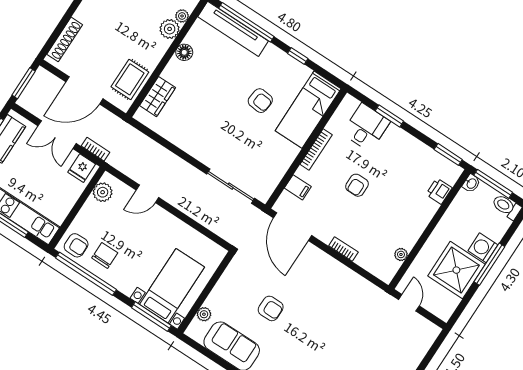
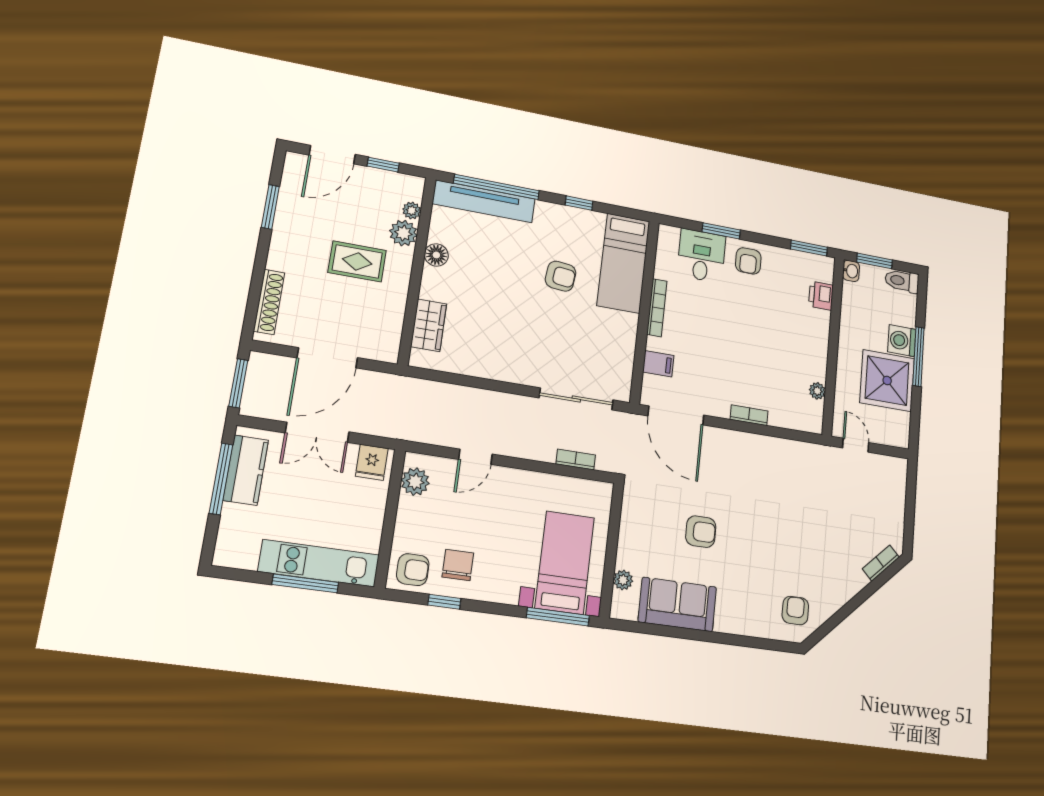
rug: (130, 79) -> (357, 261), moved, turned 90
bookcase: (95, 149) -> (576, 459), moved
window: (493, 184) -> (874, 261), width x0.69
armchair: (357, 185) -> (748, 261), moved
window: (86, 274) -> (444, 602), width x0.32

